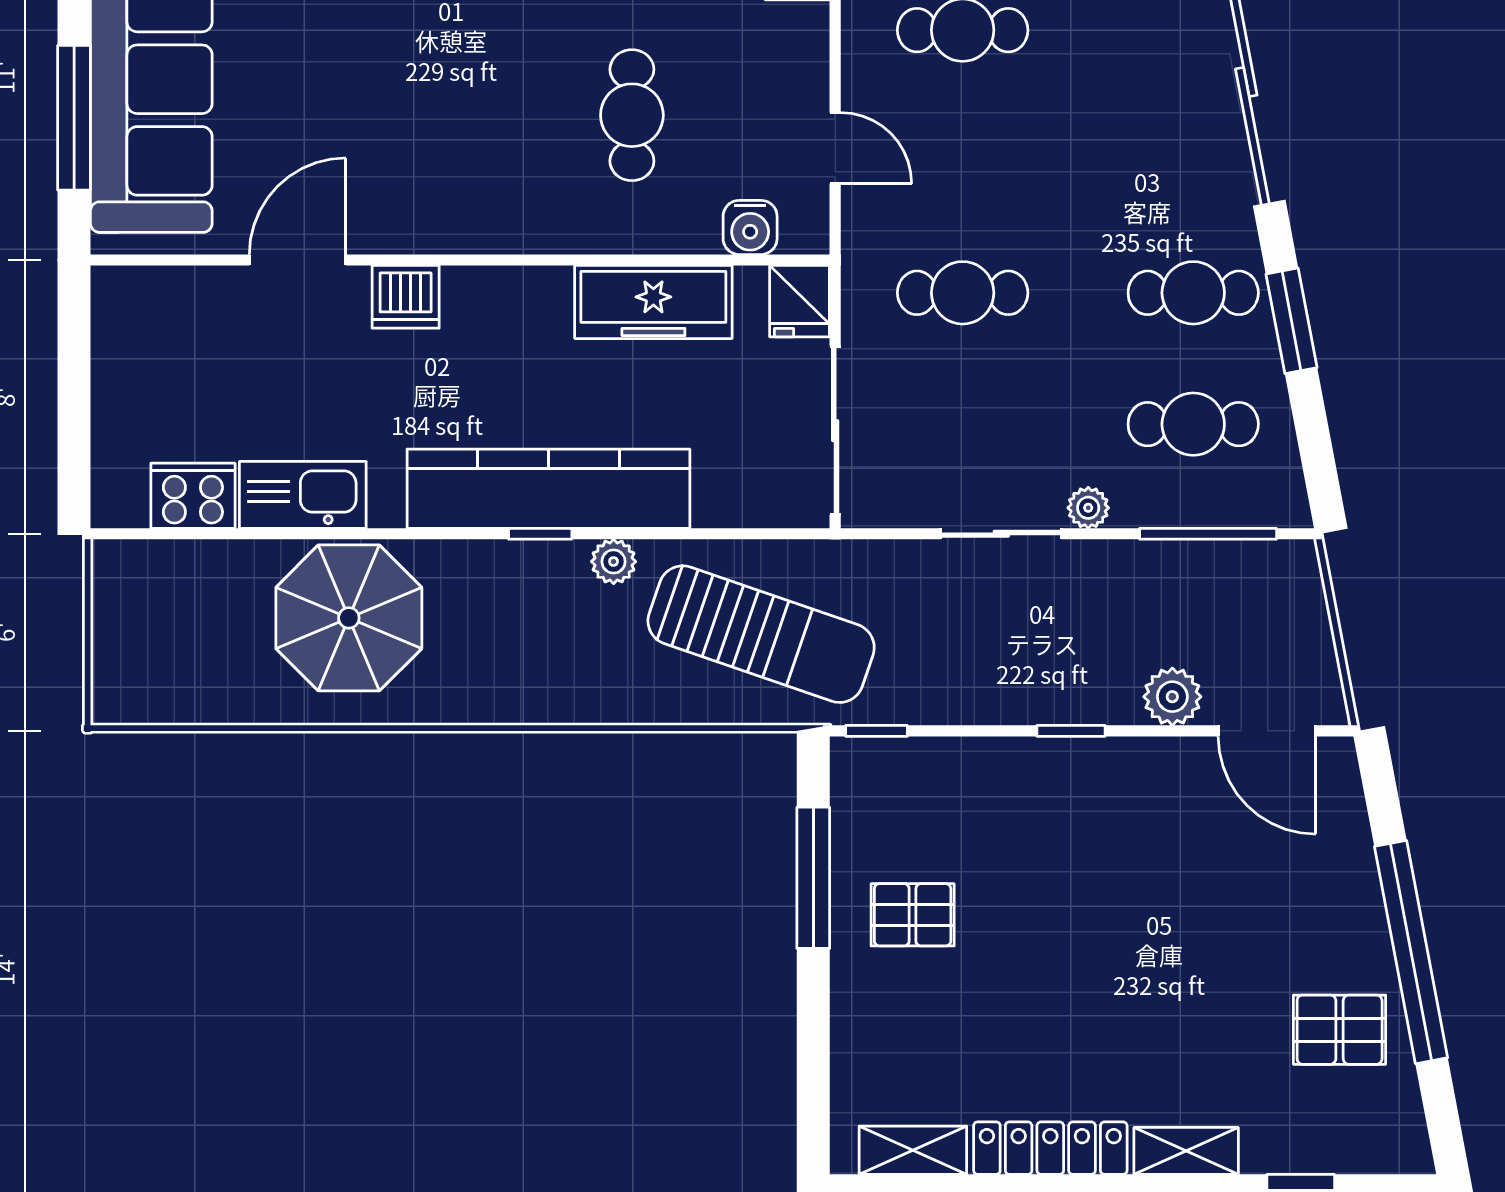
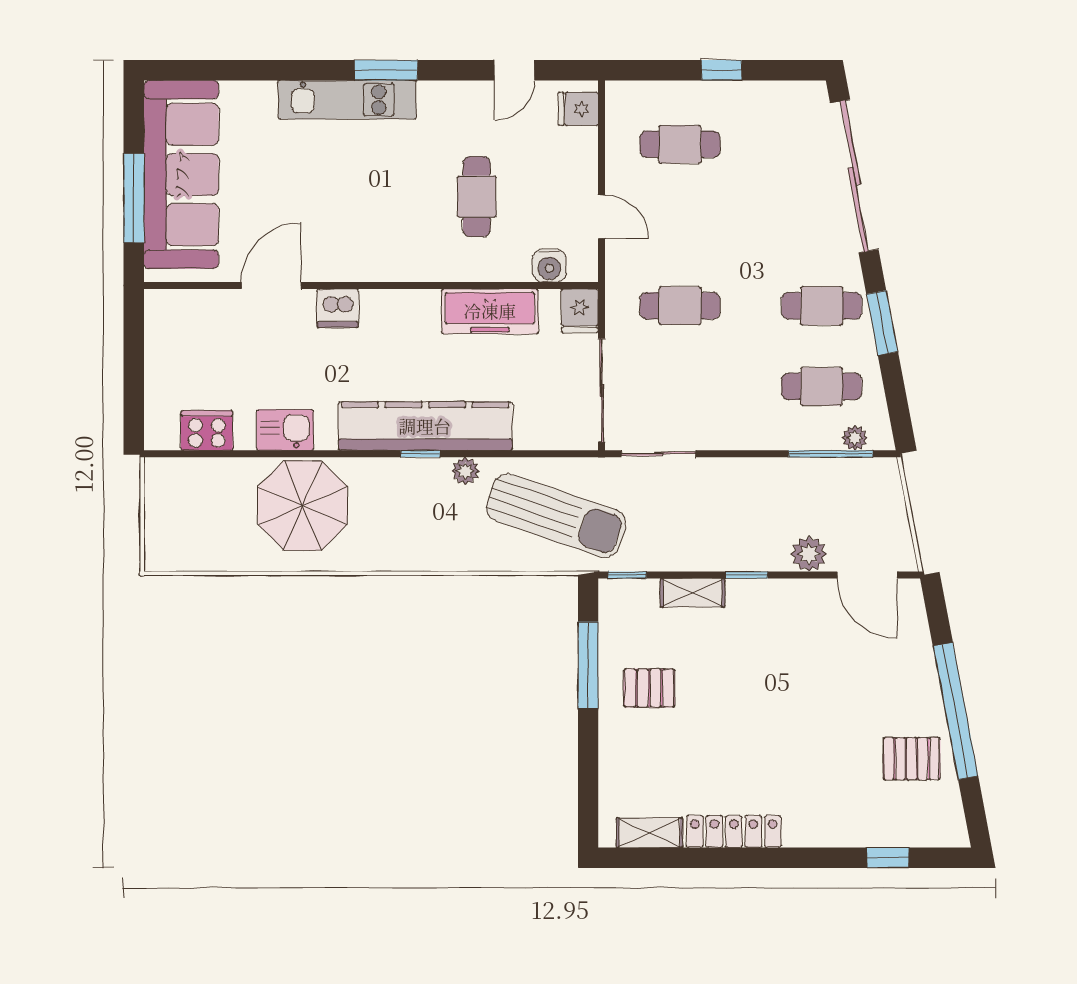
kitchen sink: (303, 495) -> (285, 430), width x0.73
plant: (1088, 508) -> (855, 438), moved
sliding door: (1001, 534) -> (659, 454), moved
shelving: (1186, 1151) -> (692, 593), moved

